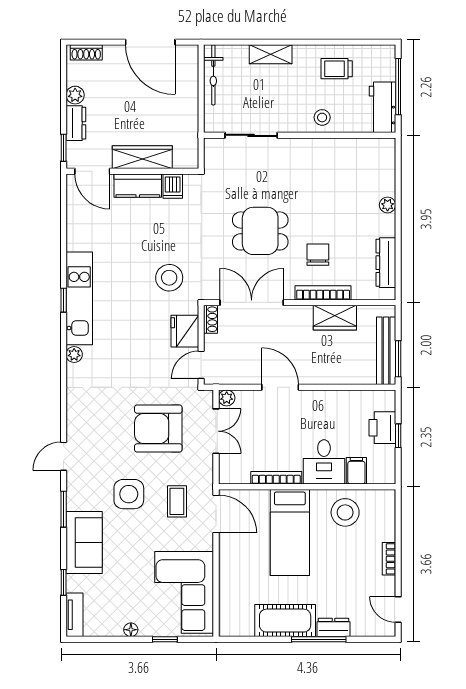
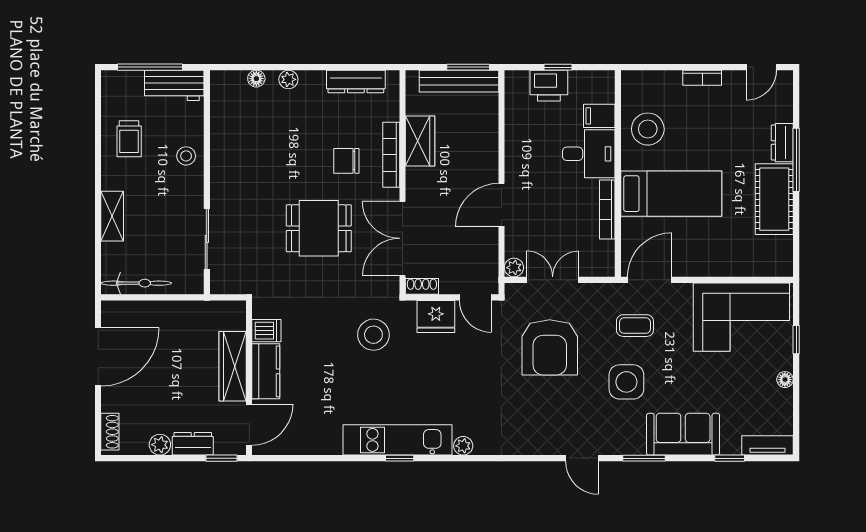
floor lamp: (388, 178) -> (256, 79), added
dining table: (260, 231) -> (319, 228), turned 90

